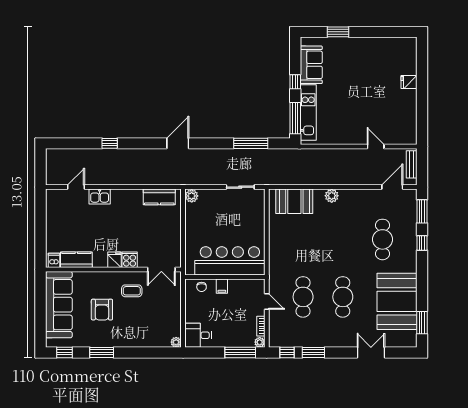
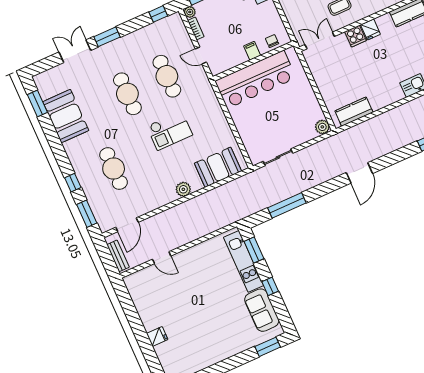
window: (338, 32) -> (268, 347), moved
window: (295, 118) -> (254, 250), width x0.69
checkout: (321, 250) -> (170, 131), added
booth: (397, 301) -> (66, 116), width x0.73, depth x0.70
window: (313, 352) -> (107, 37), moved
double door: (371, 352) -> (75, 51), swing flipped

